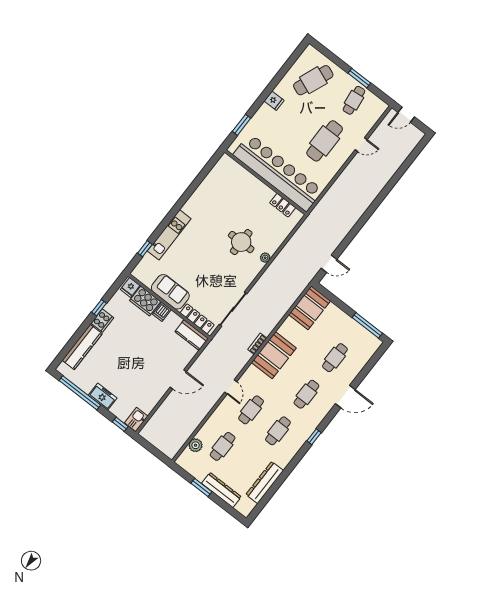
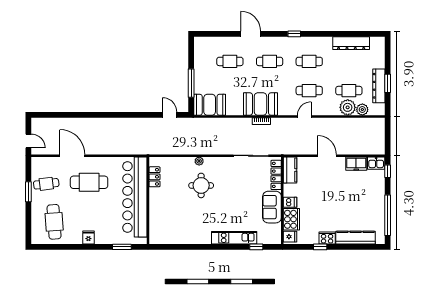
cafe table: (313, 80) -> (54, 222), turned 64
door: (361, 145) -> (72, 156), width x1.87
window: (367, 325) -> (191, 83), moved
freezer: (103, 397) -> (356, 164), moved, turned -90
plant: (208, 433) -> (348, 107), added
dresser: (221, 490) -> (379, 86), moved

